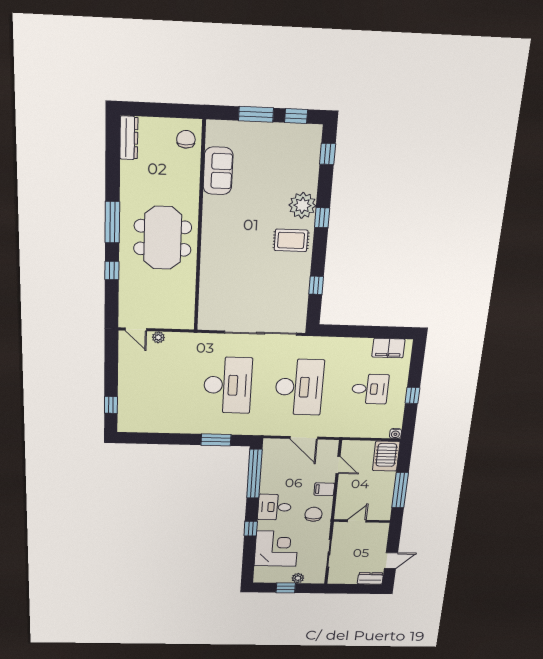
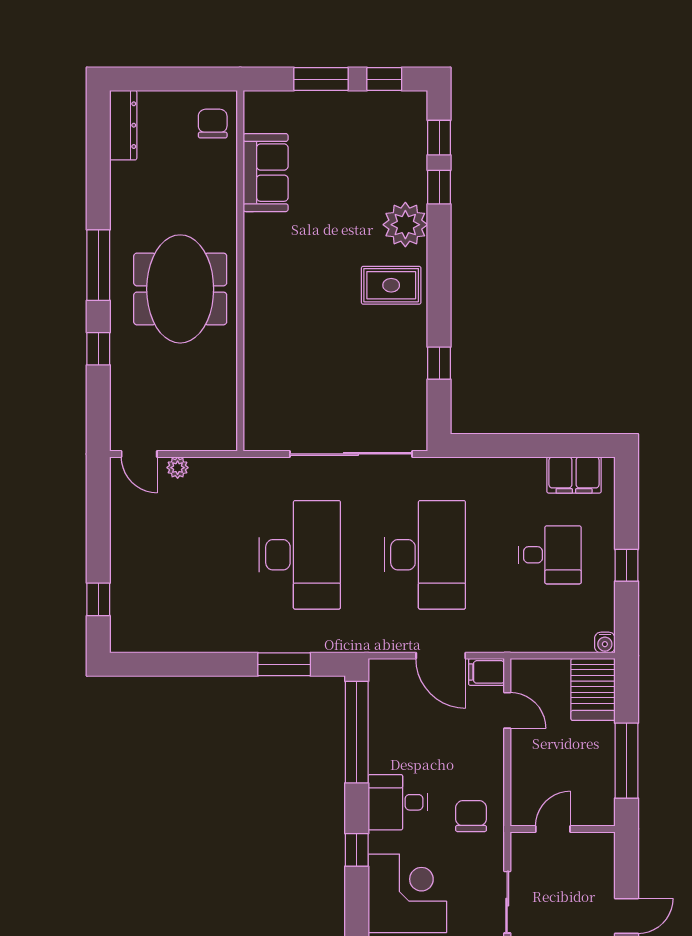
window: (322, 218) -> (439, 187), moved
filing cabinet: (324, 489) -> (486, 672), moved

